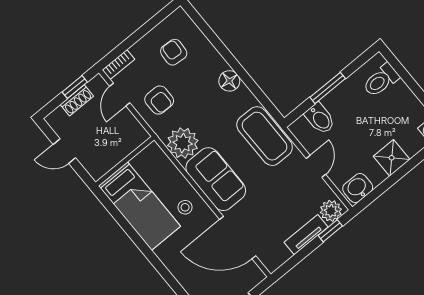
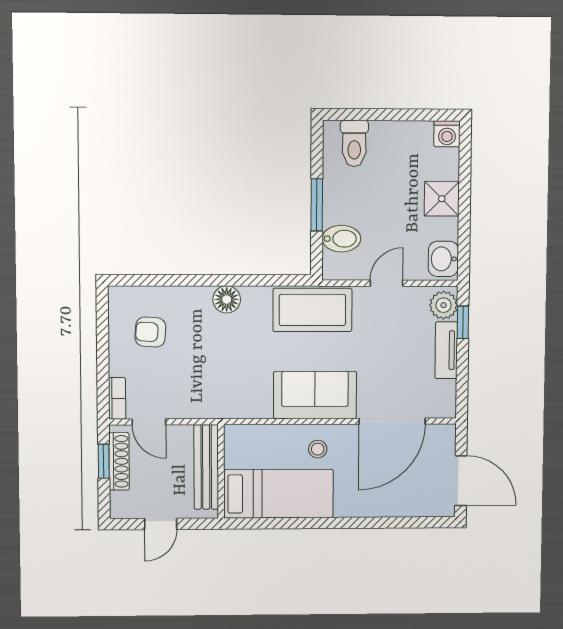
shoe rack: (77, 100) -> (119, 461), width x1.43
armchair: (159, 100) -> (187, 387), removed
plant: (183, 143) -> (251, 399), removed
bench: (120, 150) -> (206, 467), added
door: (316, 166) -> (386, 283), hinge flipped

